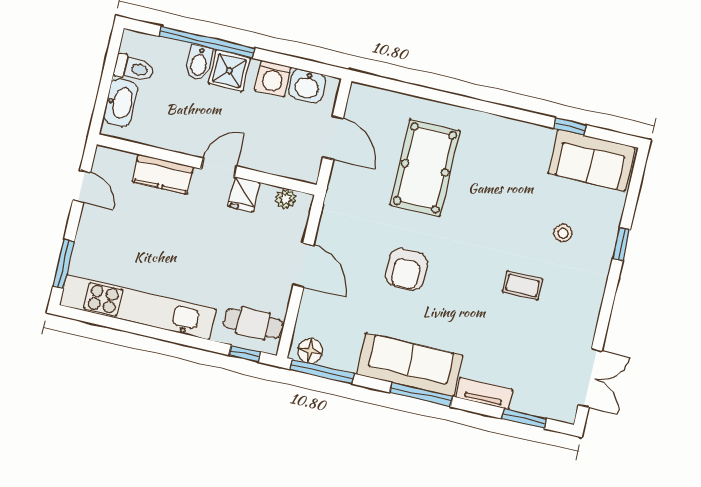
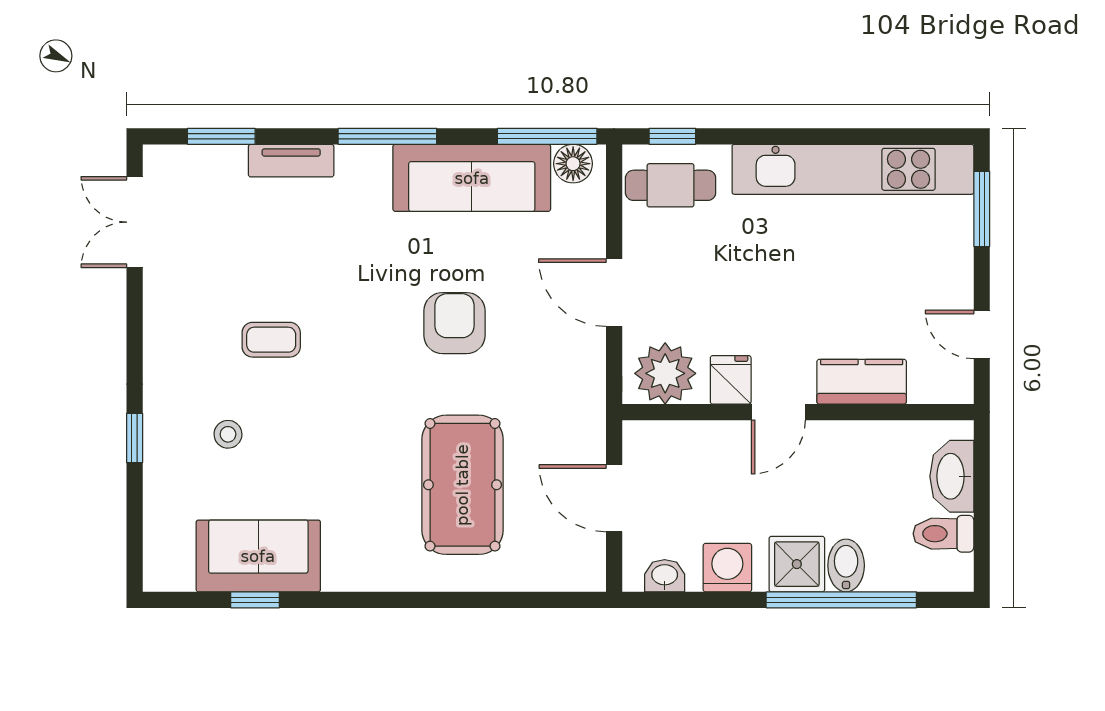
washbasin: (307, 86) -> (665, 576), width x0.72, depth x0.69
sofa: (591, 160) -> (258, 556), moved
plant: (285, 199) -> (665, 373), width x1.87, depth x1.87
sofa: (410, 365) -> (472, 178), moved

